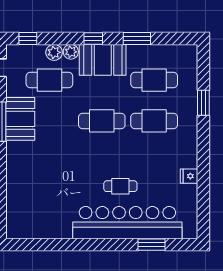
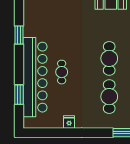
window: (70, 245) -> (19, 35), added

